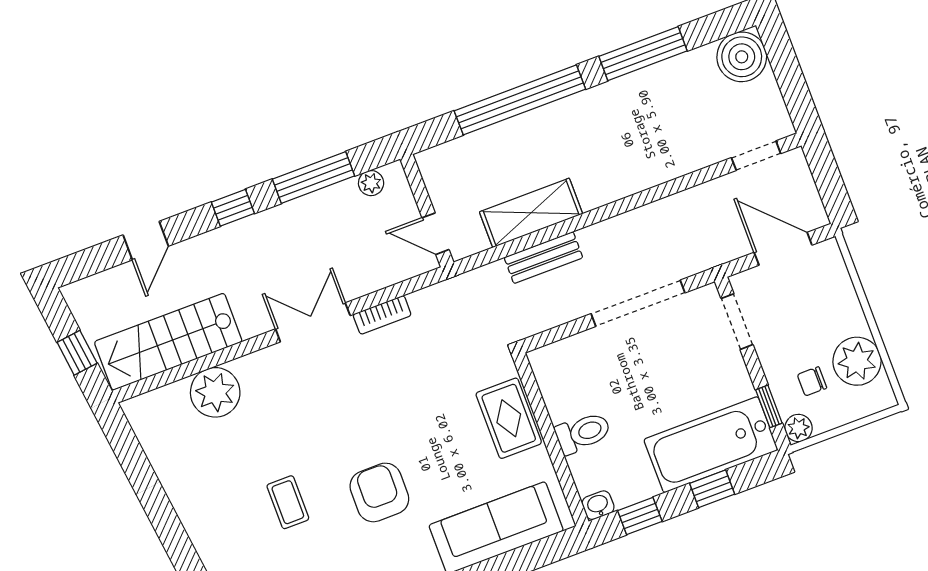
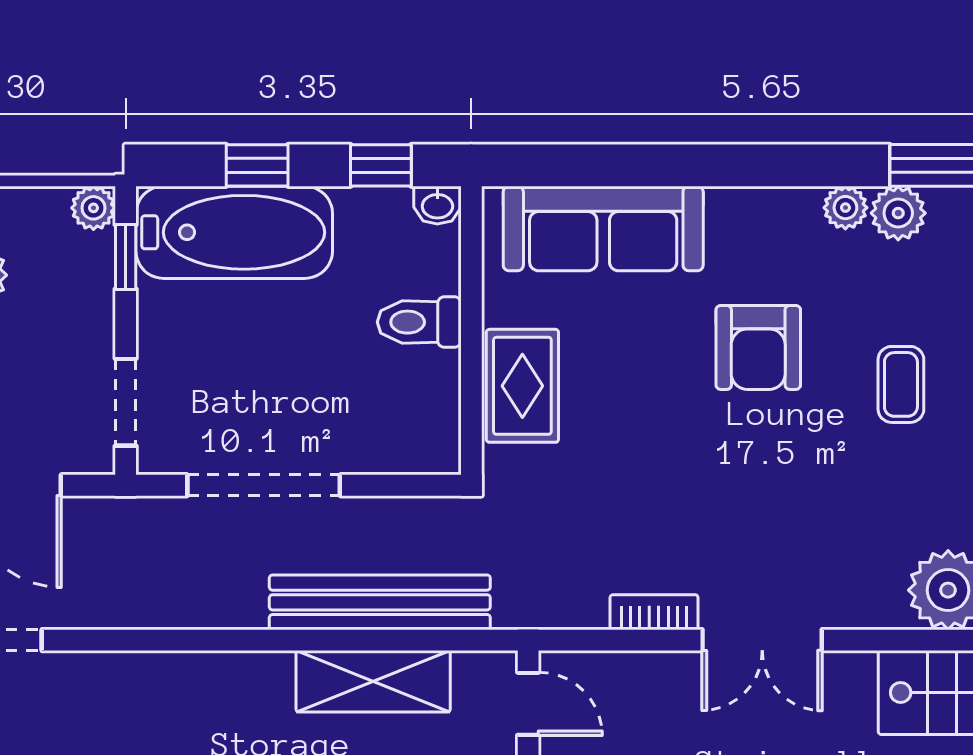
bench: (543, 258) -> (380, 602), width x1.86, depth x1.21
chair: (812, 381) -> (47, 270), removed

